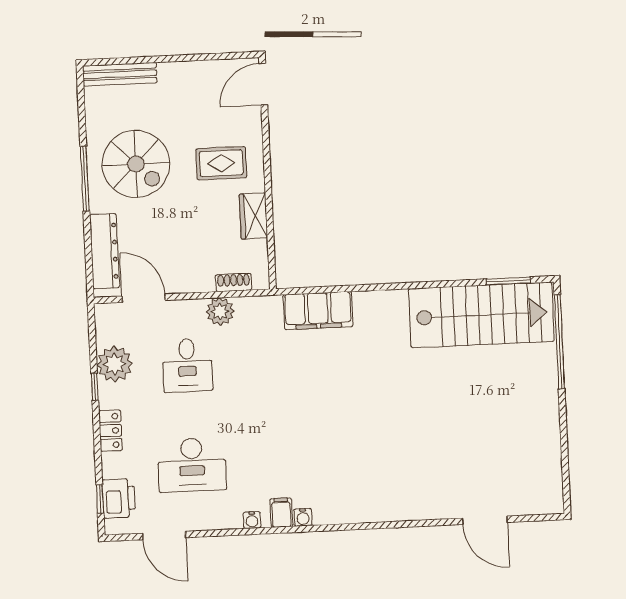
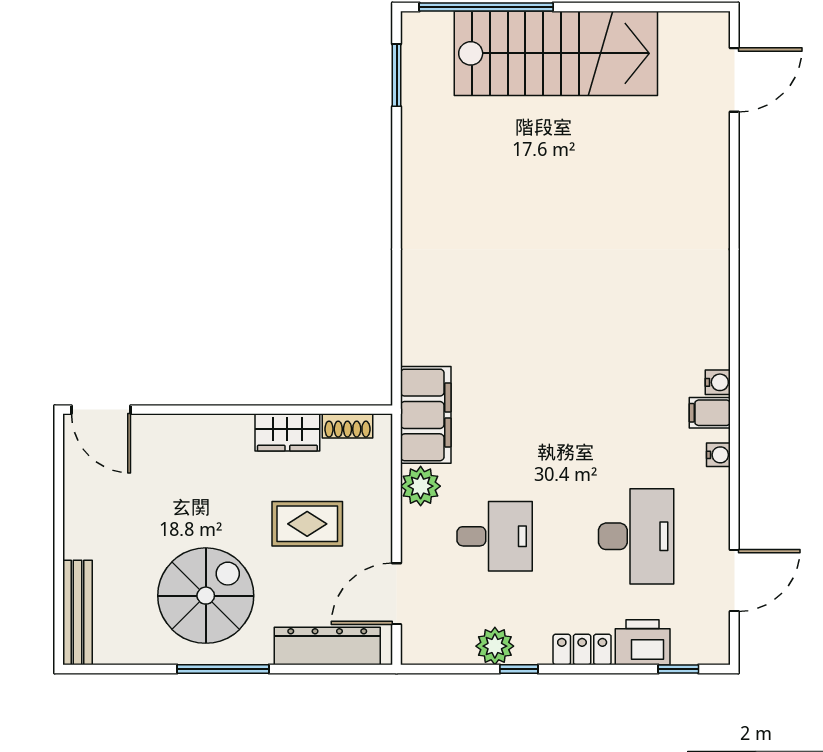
rug: (221, 163) -> (307, 524), moved, turned 90
shoe rack: (234, 282) -> (347, 426), moved, turned -90
filing cabinet: (318, 311) -> (426, 415), moved
stairs: (481, 315) -> (556, 53), moved, turned 90
plant: (115, 364) -> (495, 646), width x0.73, depth x0.73
printer: (119, 498) -> (643, 642), moved
door: (485, 520) -> (734, 80), moved

